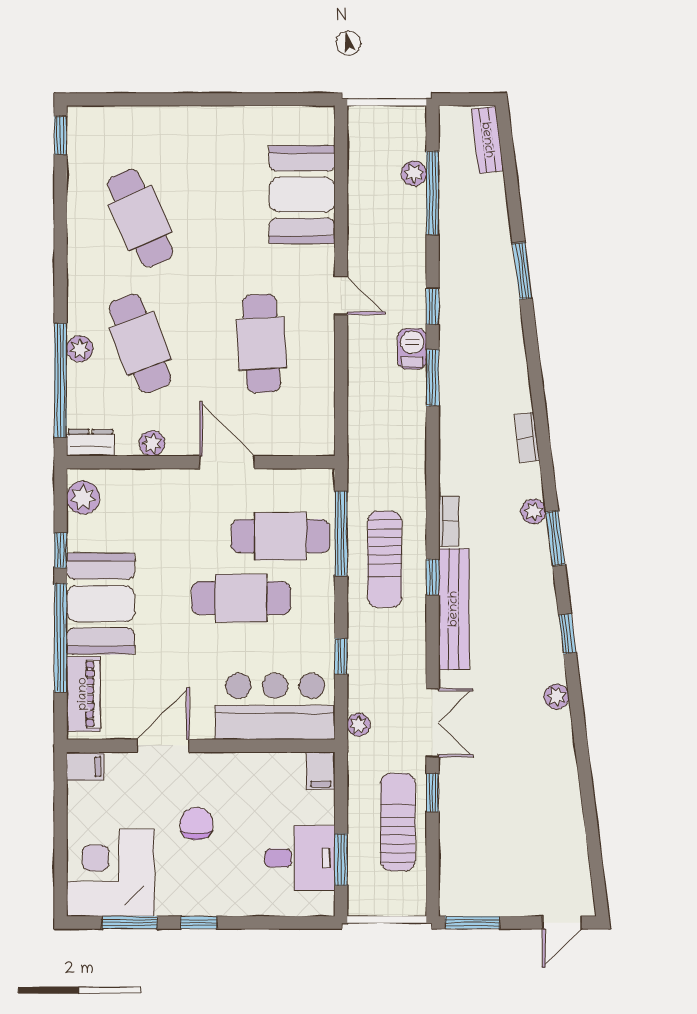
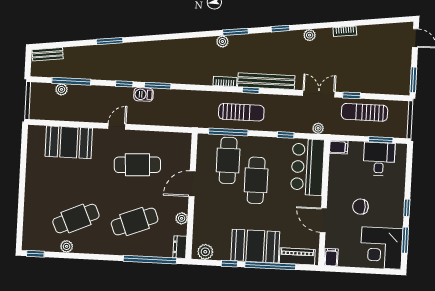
plant: (80, 349) -> (67, 246), moved
bookcase: (527, 438) -> (345, 31), moved

